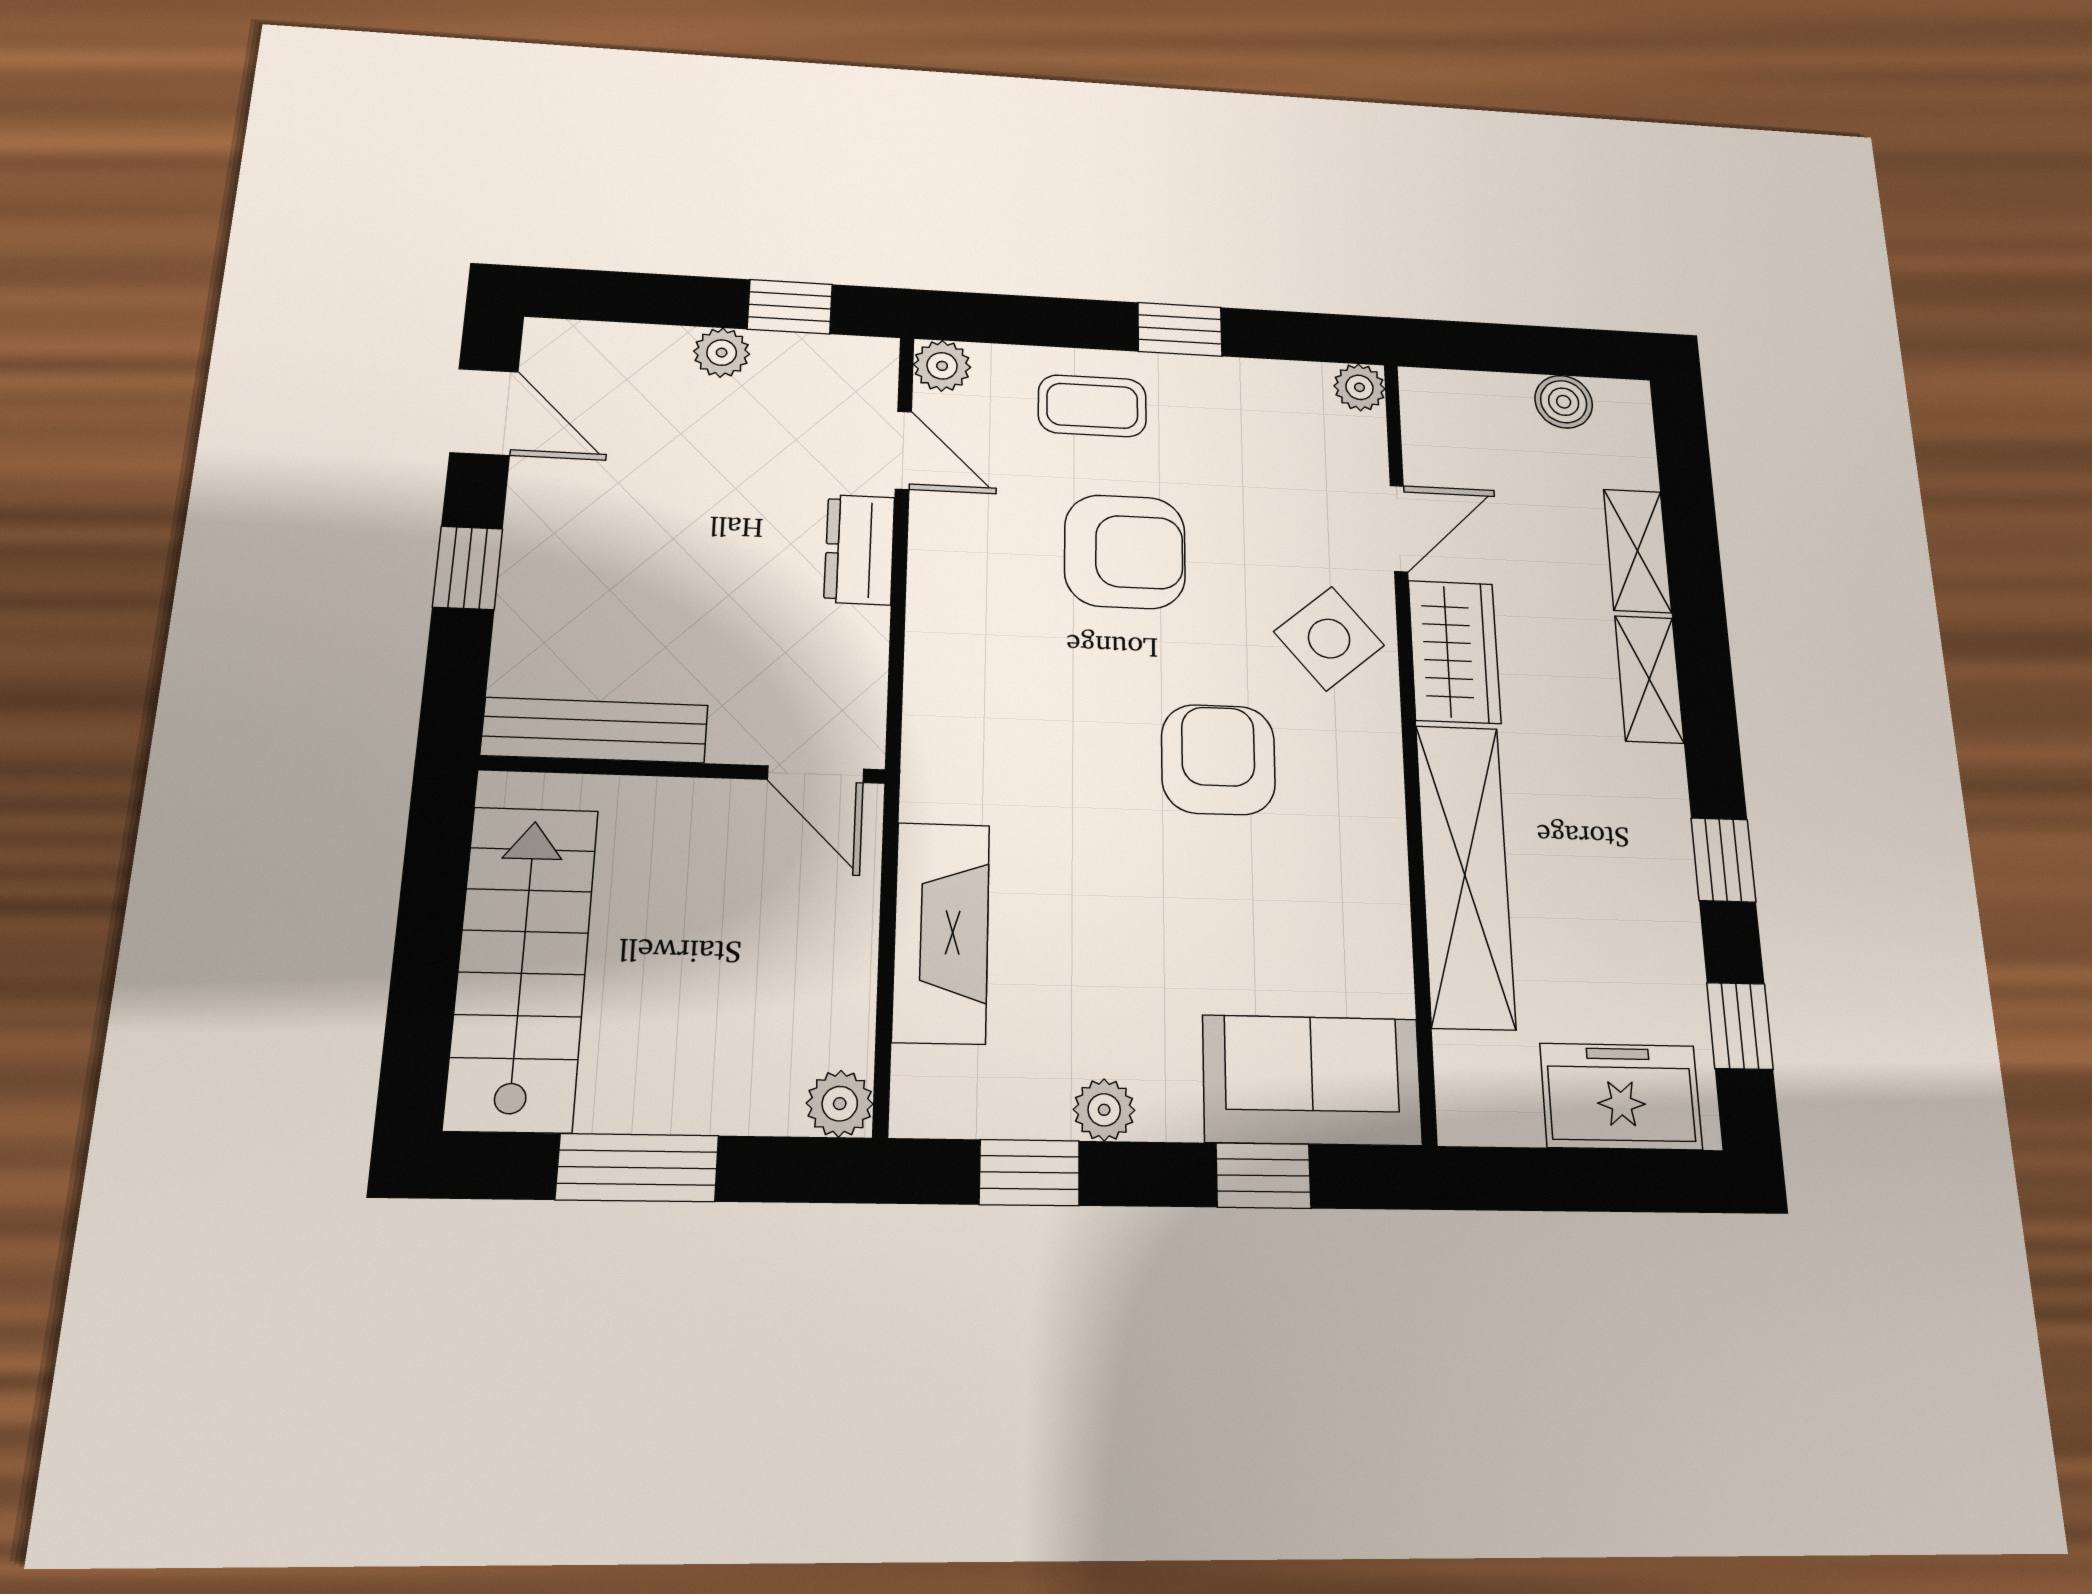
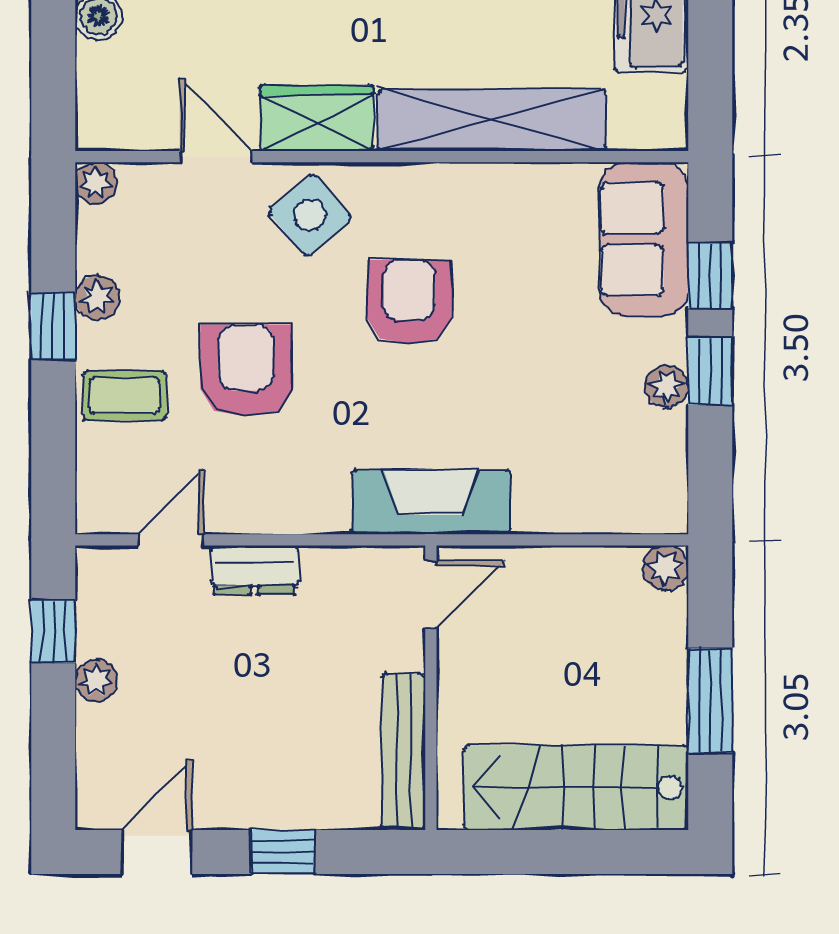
plant: (942, 366) -> (97, 298), moved
coffee table: (1092, 406) -> (125, 395), turned 90
armchair: (1218, 760) -> (409, 302), turned 90
fireplace: (941, 932) -> (431, 502), moved
window: (1029, 1173) -> (710, 371), moved

